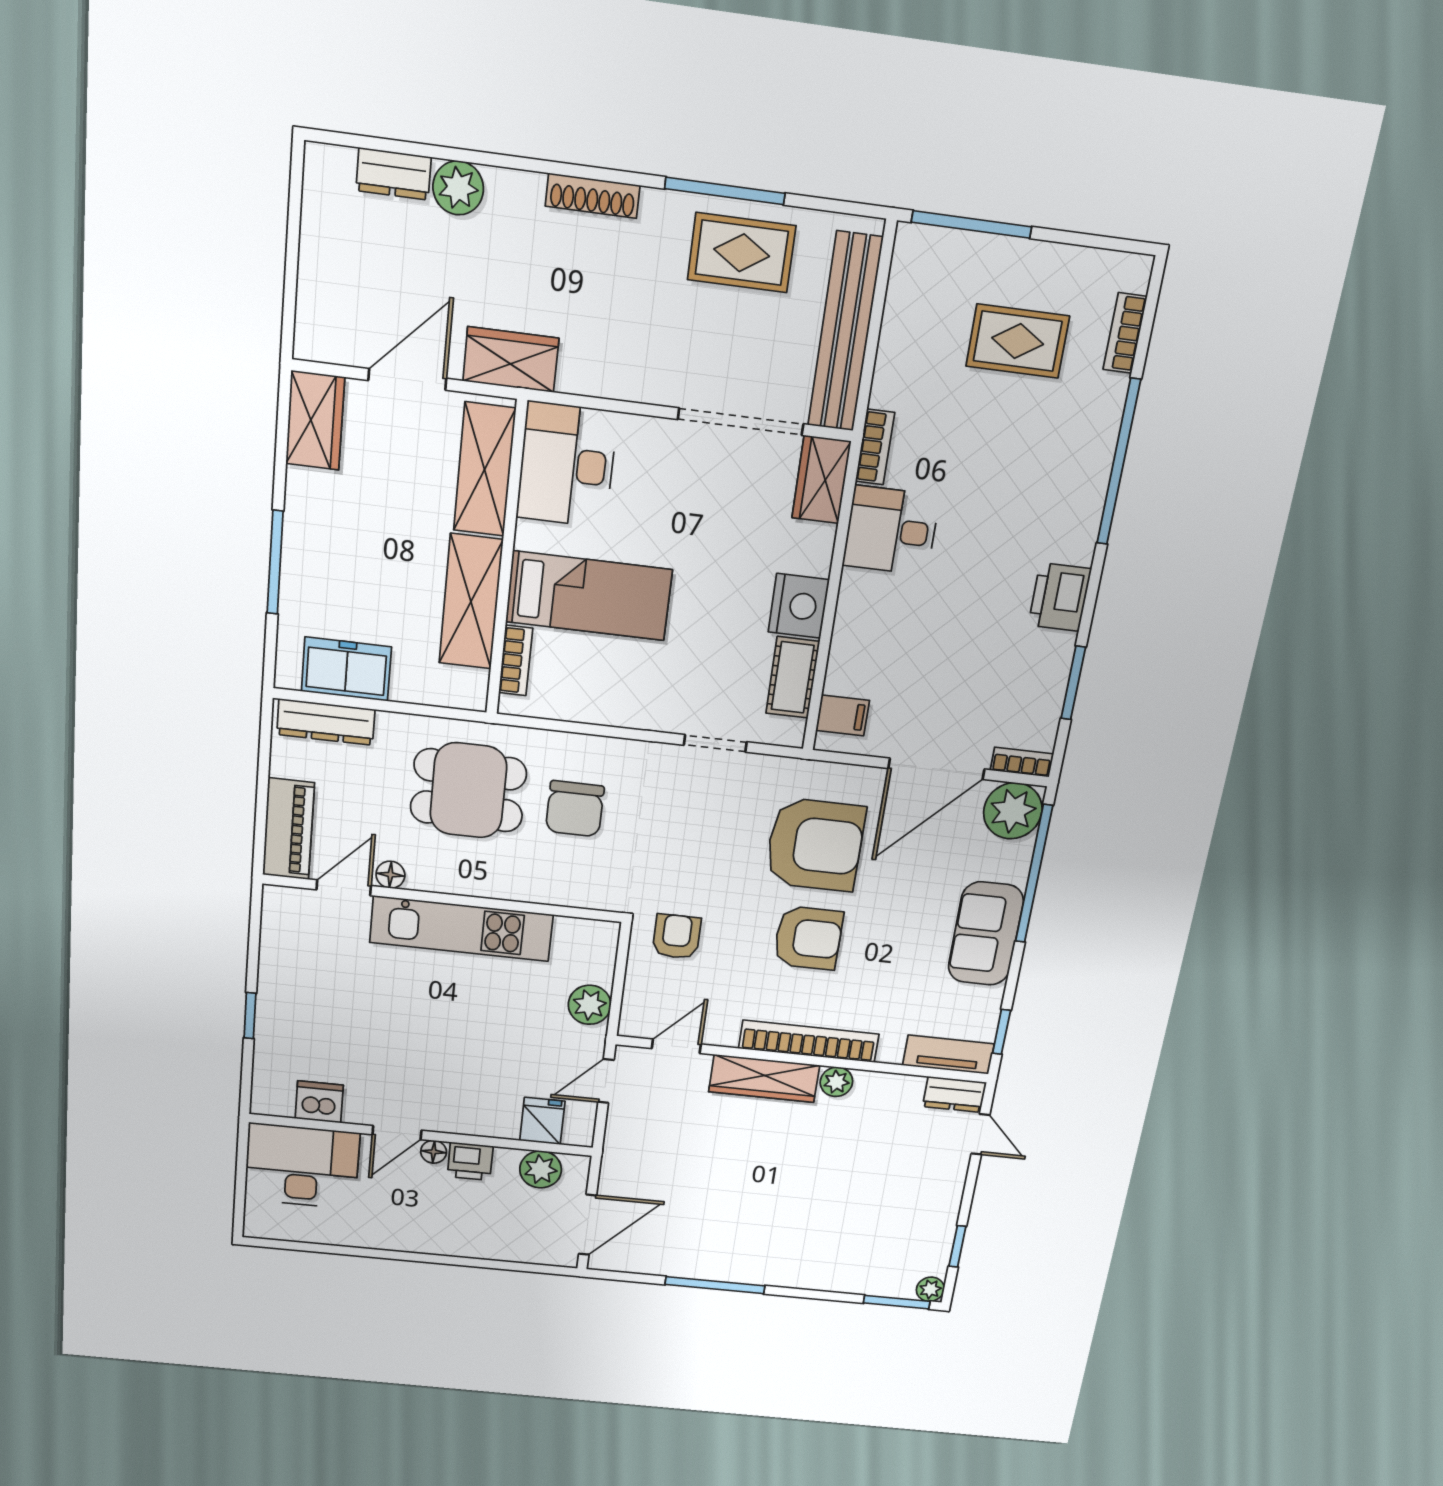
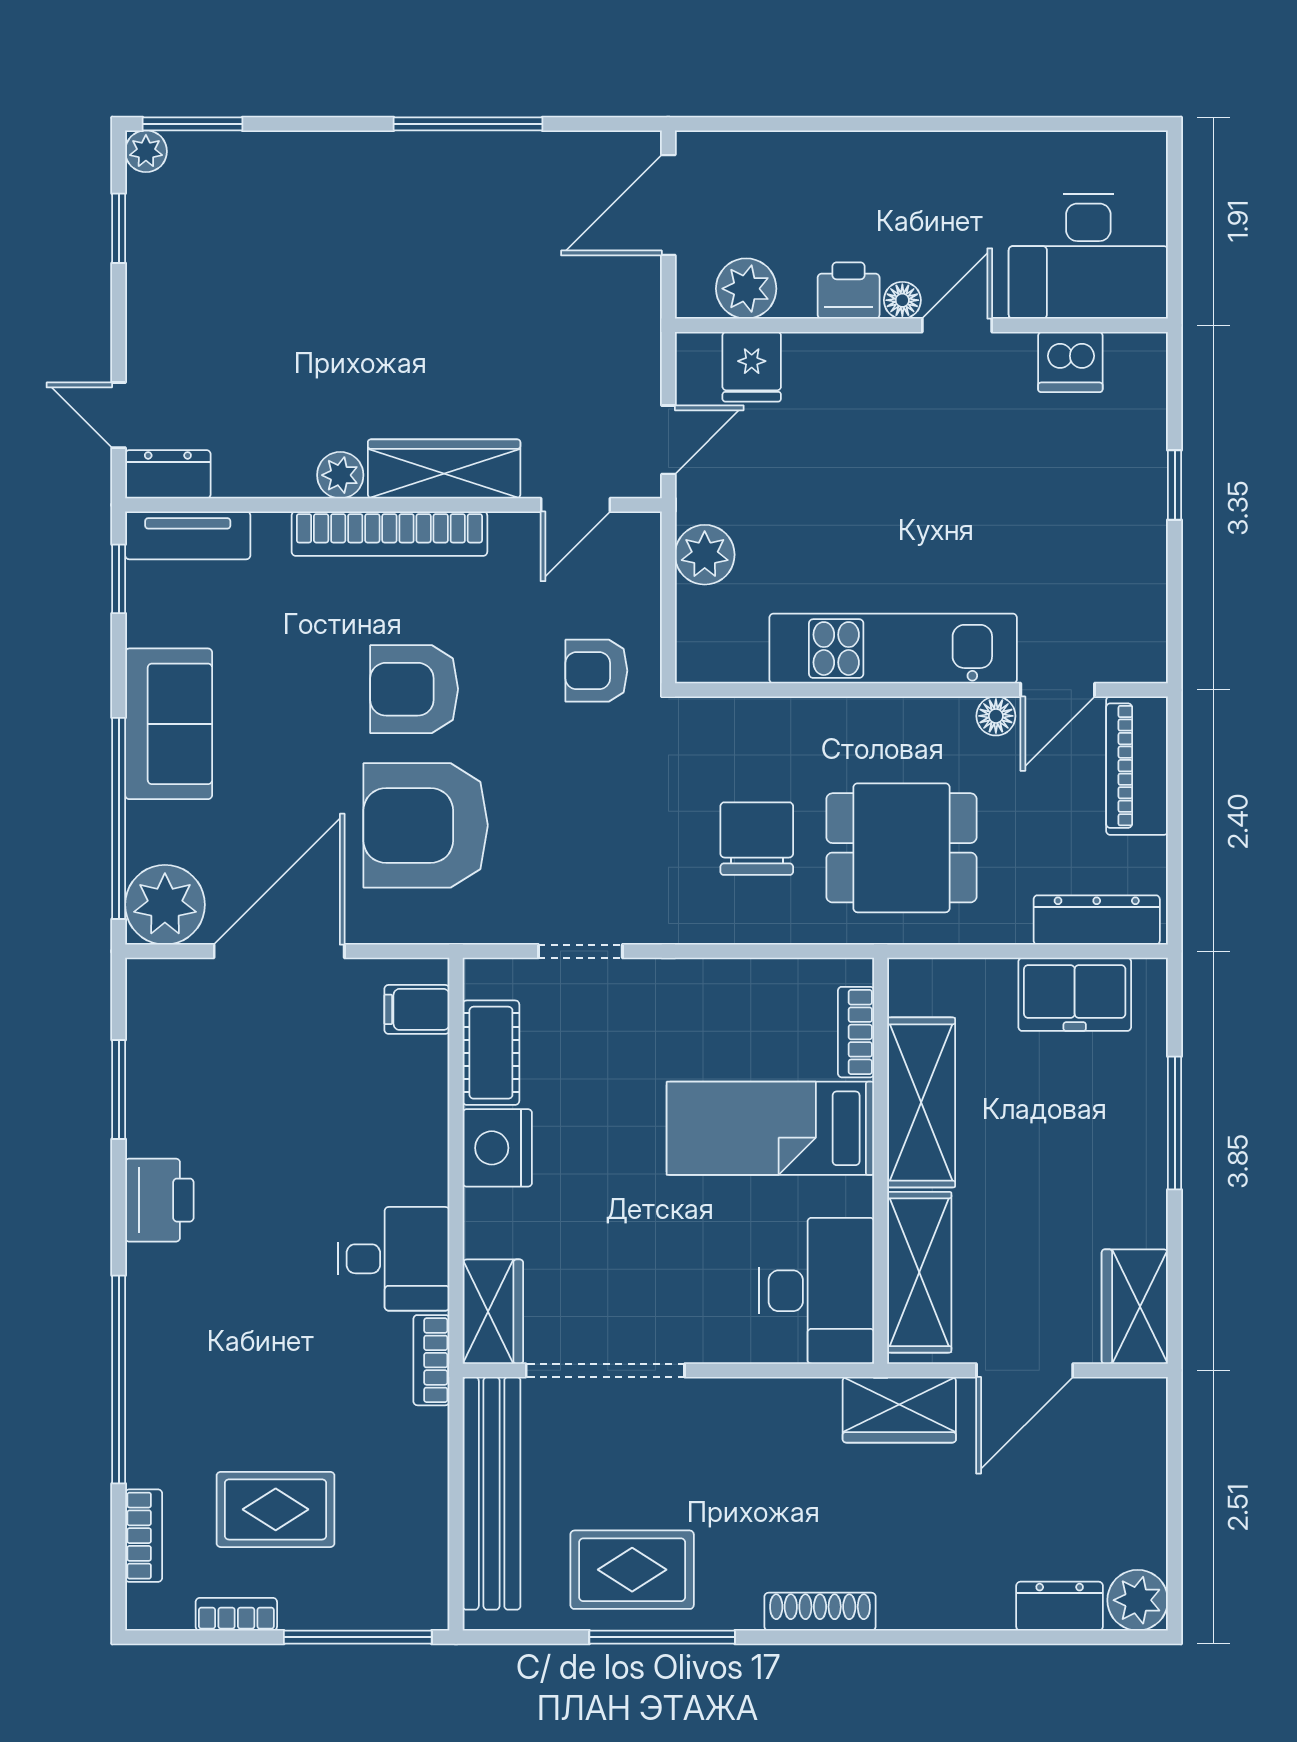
plant: (458, 188) -> (1138, 1600), moved
bookcase: (1022, 762) -> (236, 1614), moved, turned 180
armchair: (677, 937) -> (596, 671), turned 90

